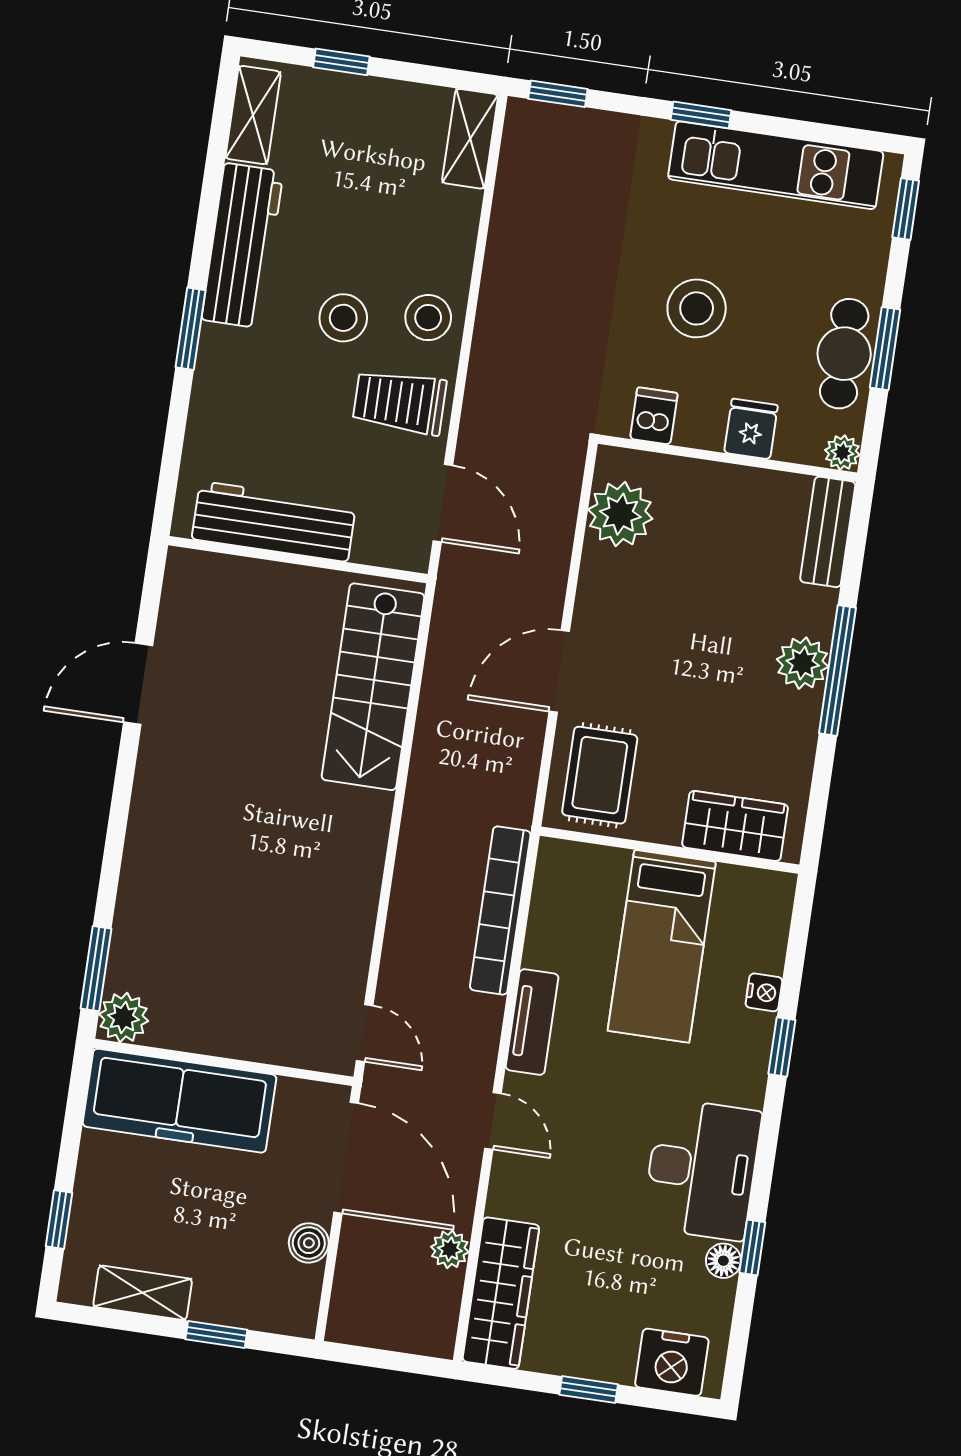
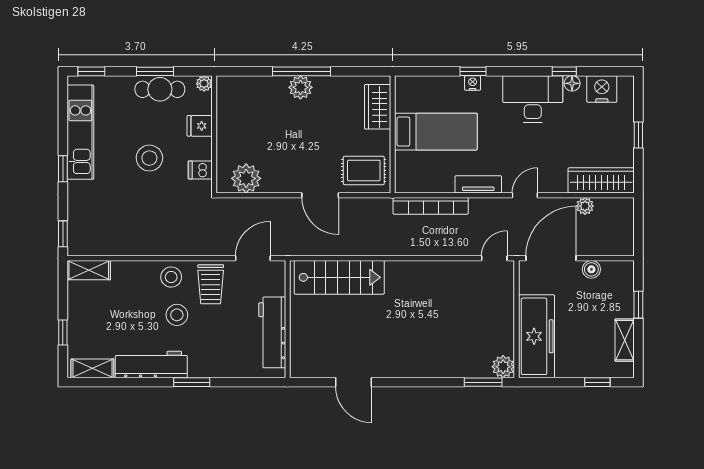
bench: (828, 532) -> (240, 85), removed
nightstand: (764, 992) -> (473, 83), moved
nightstand: (672, 1362) -> (602, 89), moved, turned -90

